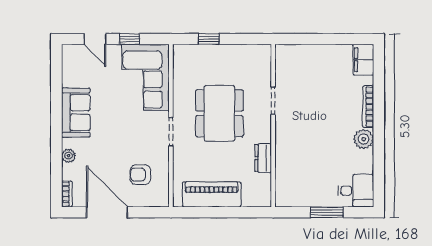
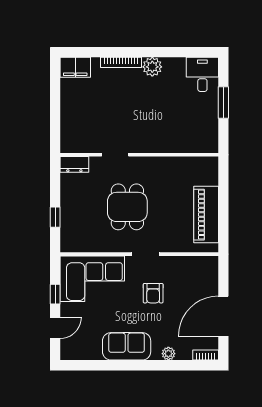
dining table: (219, 113) -> (127, 207), width x0.73
dresser: (263, 158) -> (74, 164), moved
armchair: (140, 175) -> (153, 293), moved

